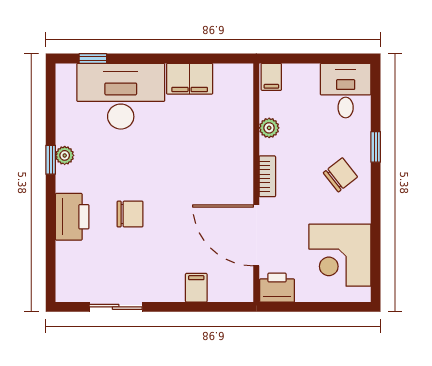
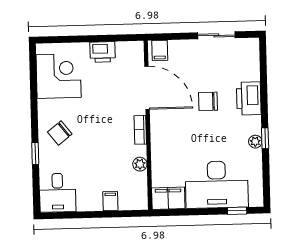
plant: (269, 128) -> (140, 164), moved
bookcase: (267, 176) -> (140, 130), moved
wall: (256, 183) -> (148, 125), moved
door: (256, 235) -> (147, 88), moved

